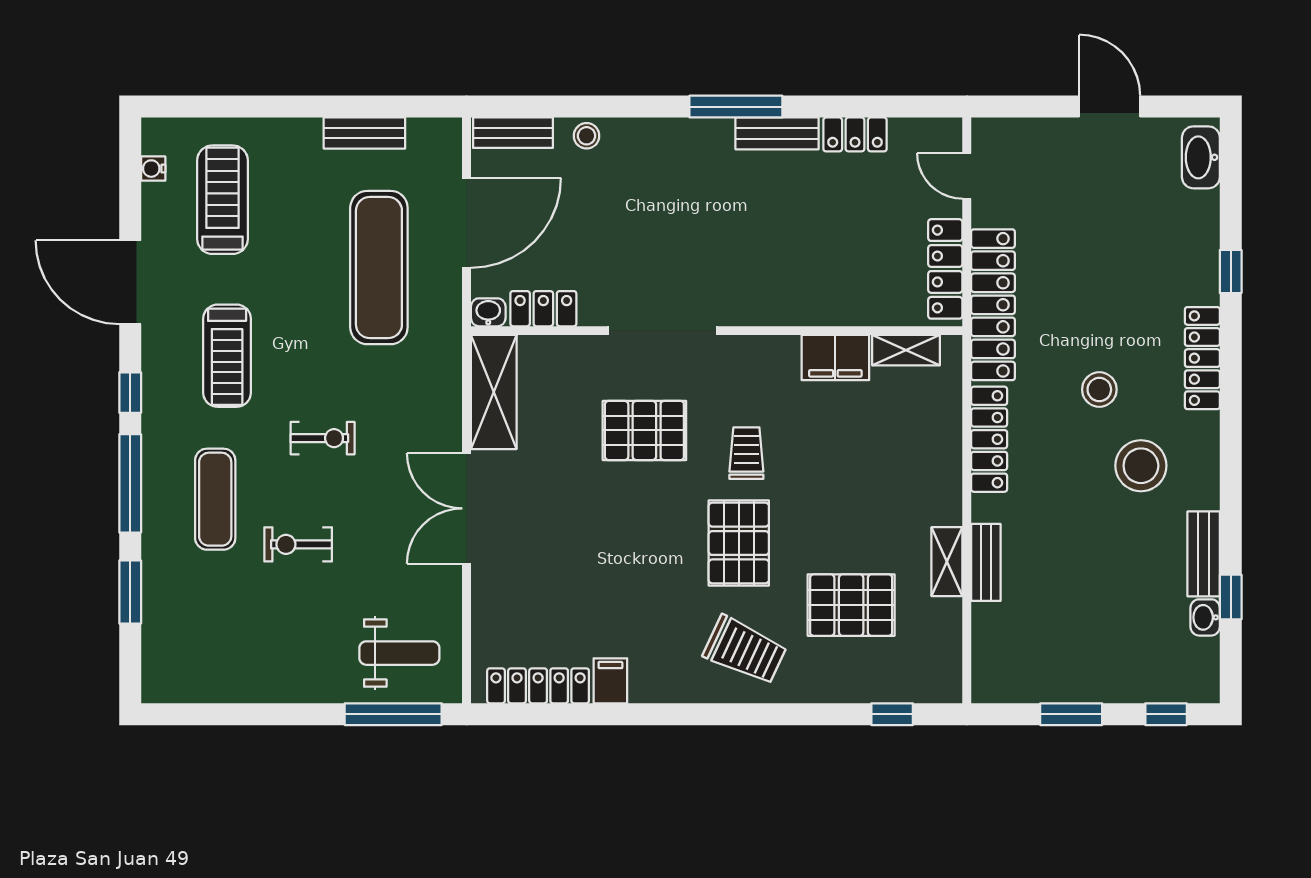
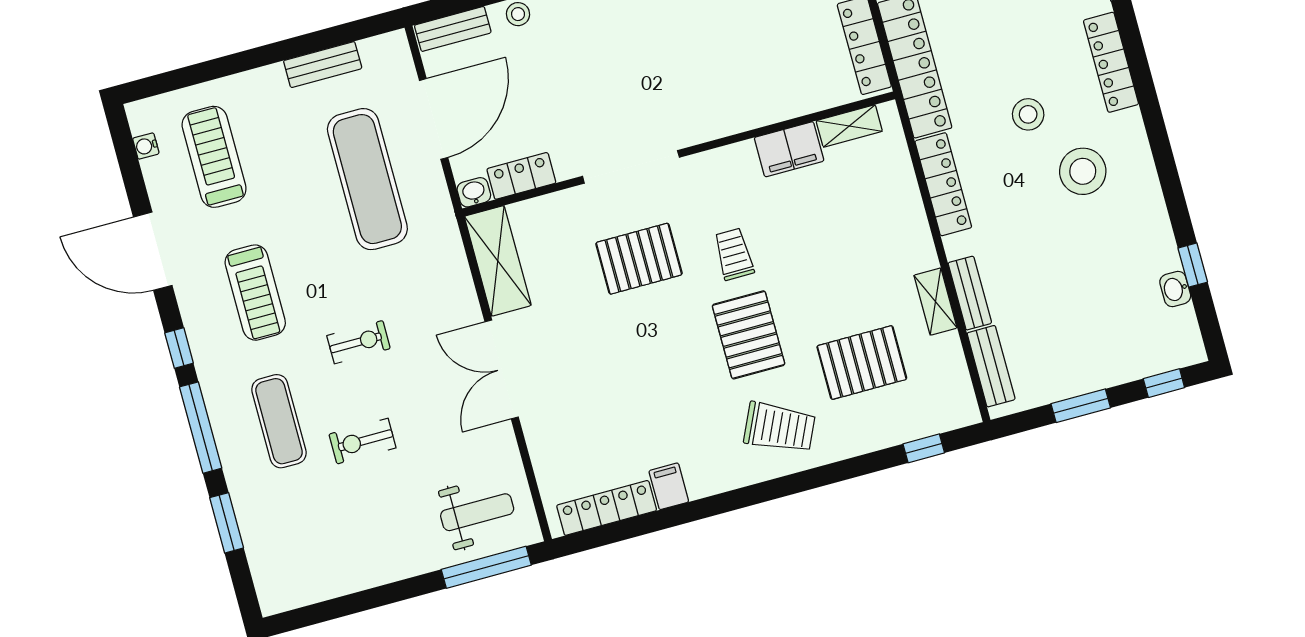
bench: (1204, 554) -> (991, 366), moved

